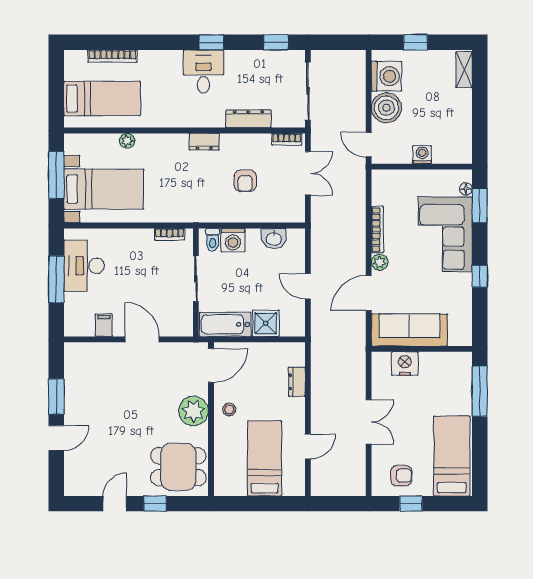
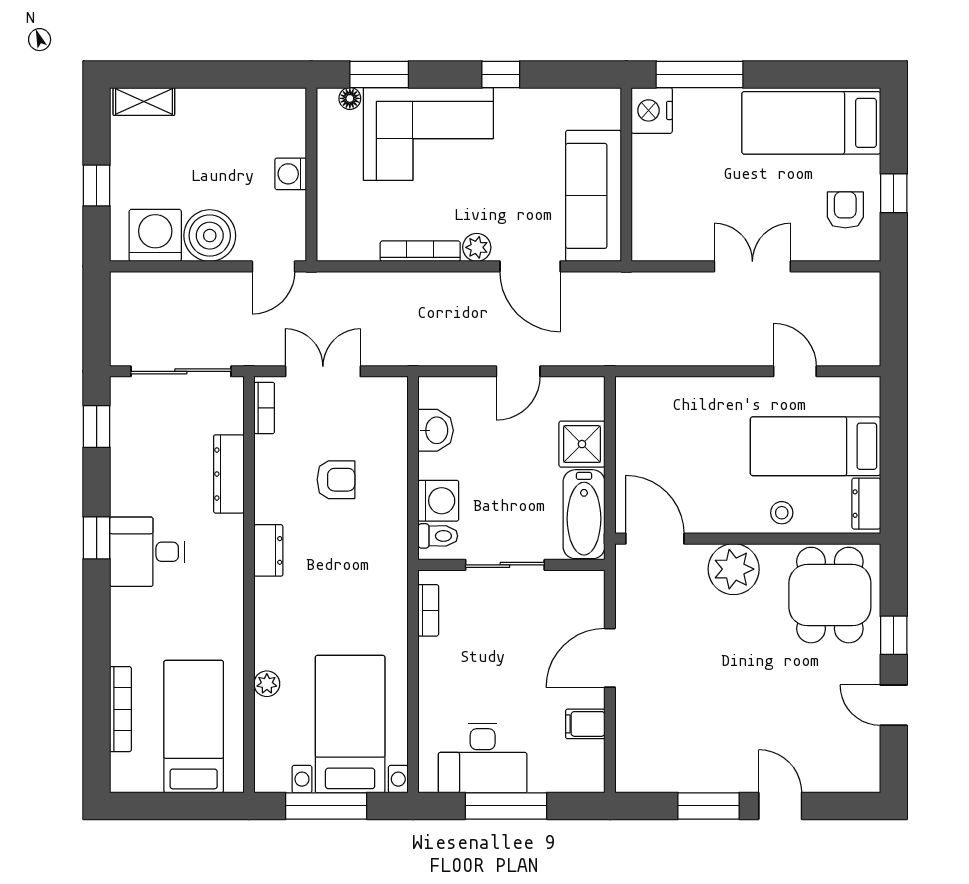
nightstand: (405, 364) -> (652, 110), moved
dresser: (297, 382) -> (866, 504), moved, turned 90
stool: (229, 409) -> (782, 513), moved

